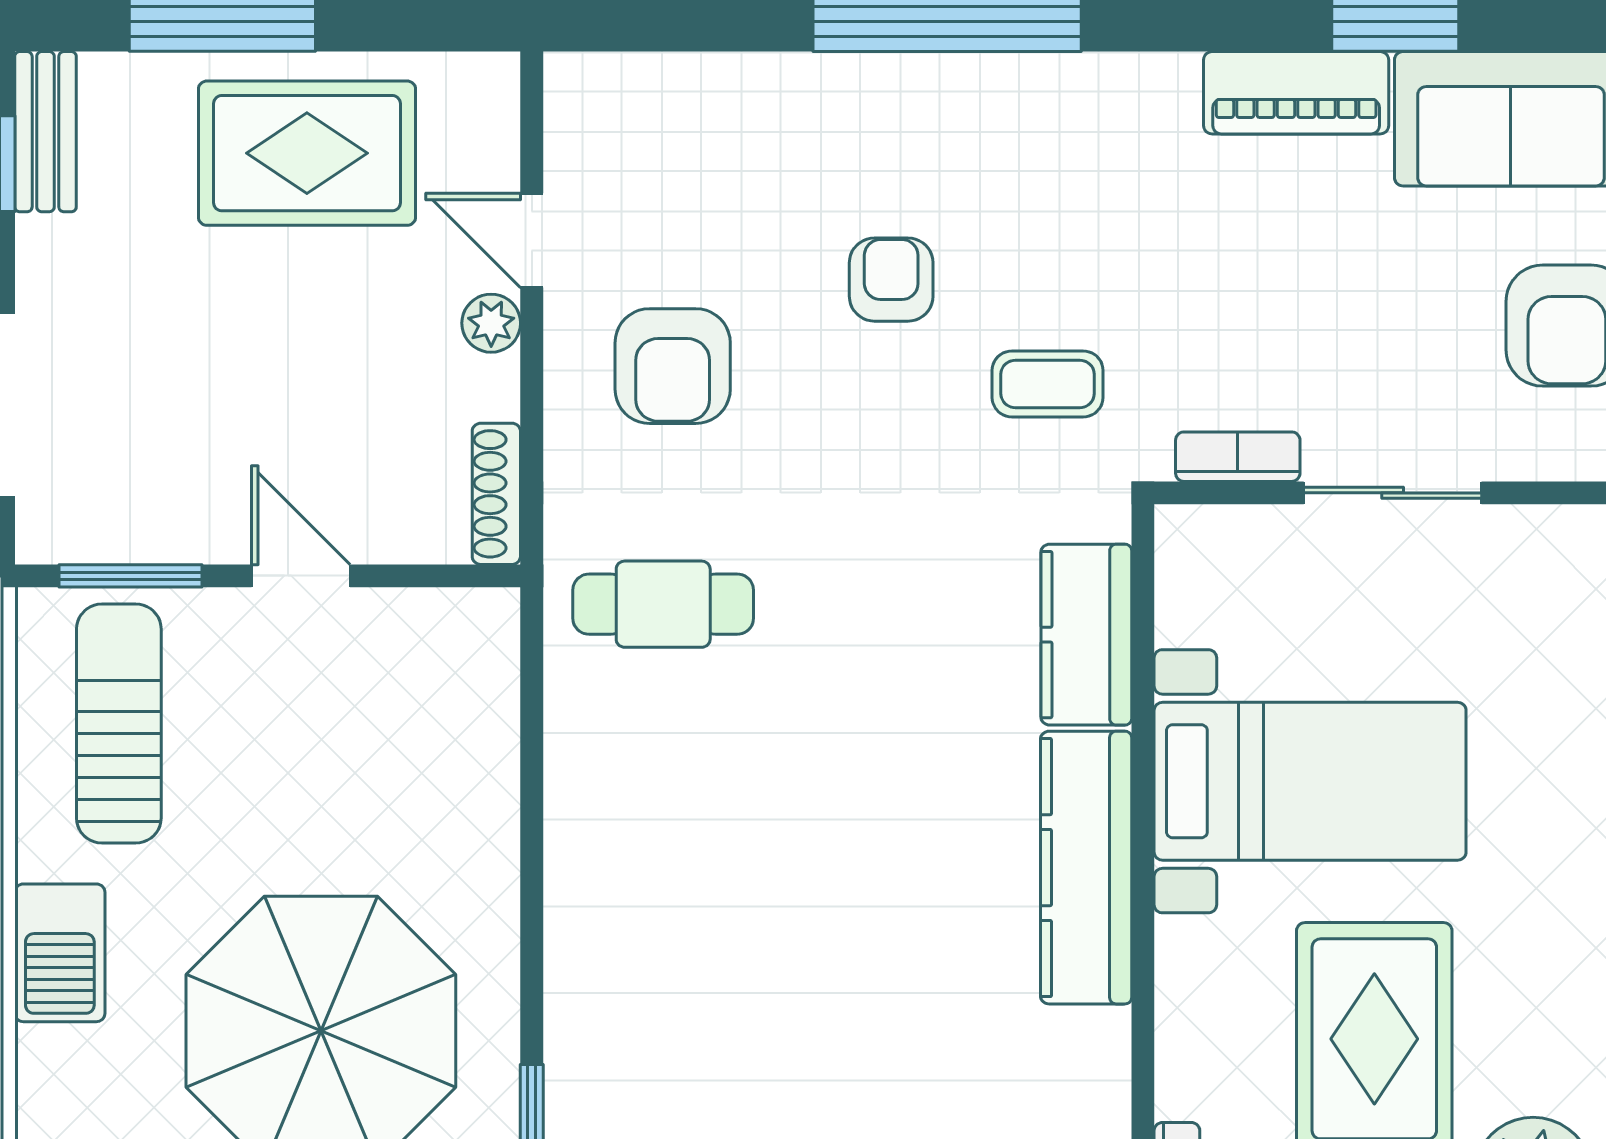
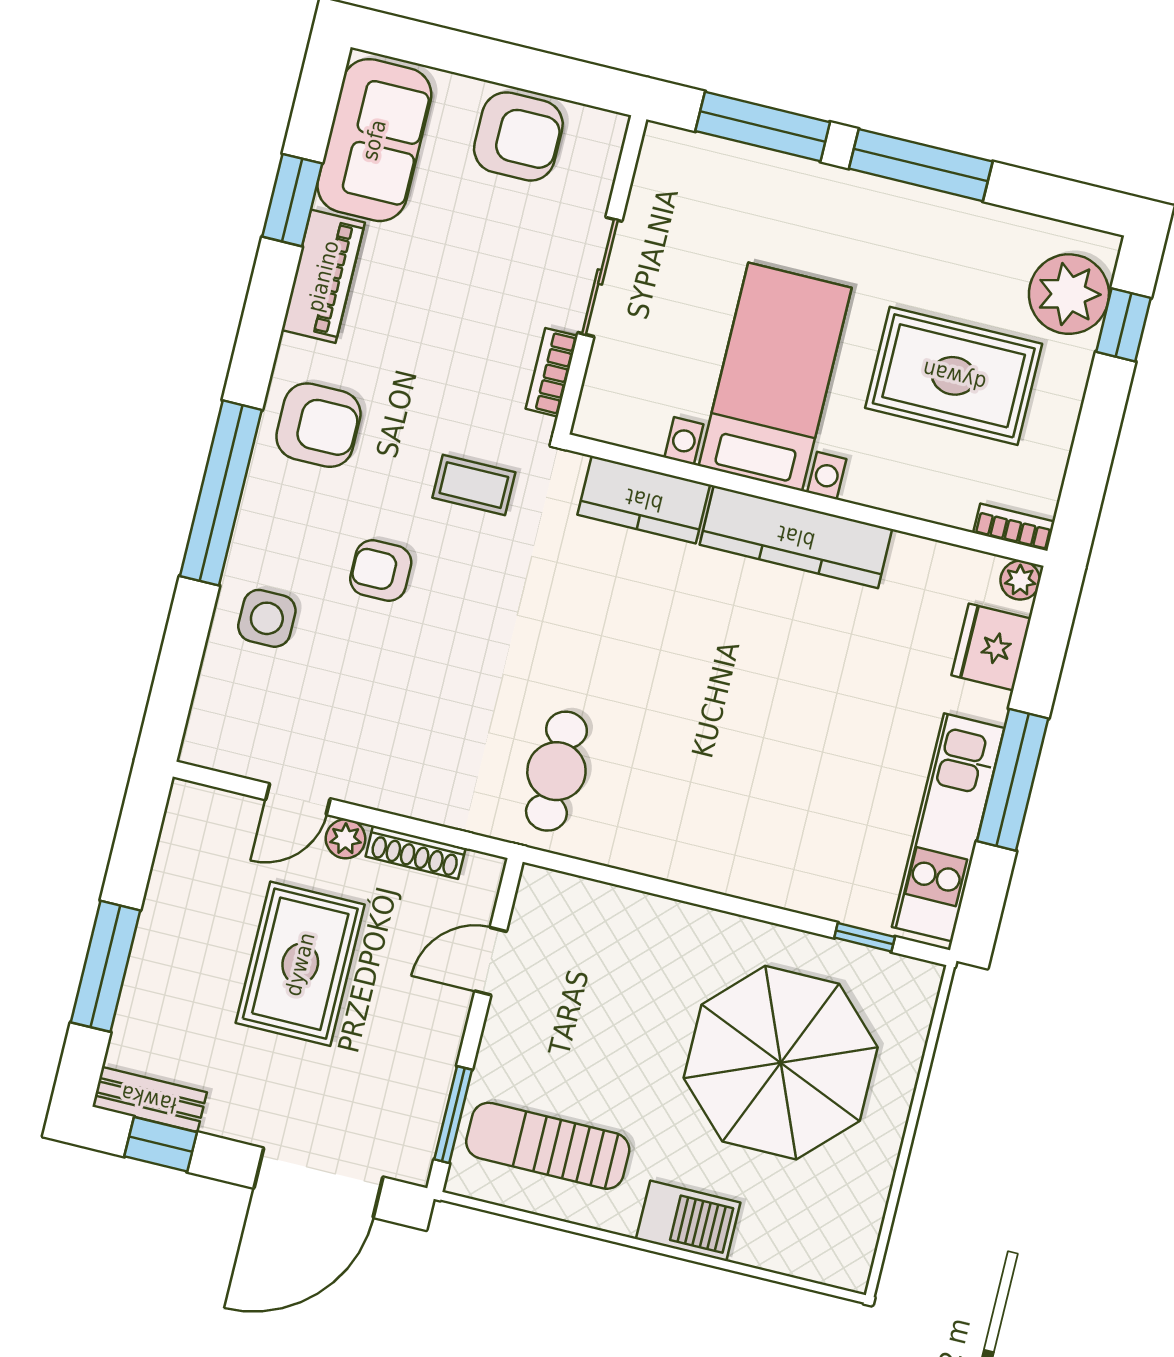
side table: (782, 132) -> (267, 618), added
rug: (307, 153) -> (300, 964), moved
armchair: (673, 366) -> (318, 425), moved
coffee table: (1048, 384) -> (474, 485), turned 90
shoe rack: (496, 494) -> (416, 852), moved
door: (301, 576) -> (491, 961), moved

